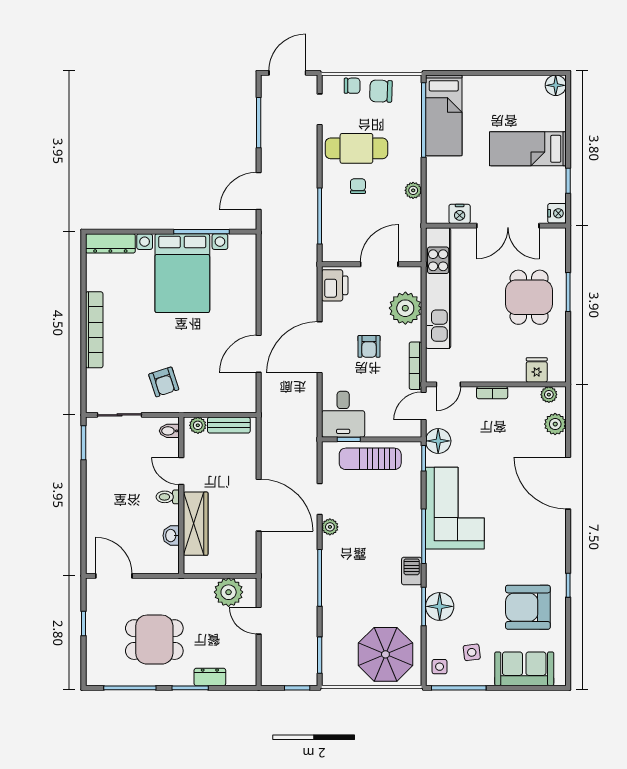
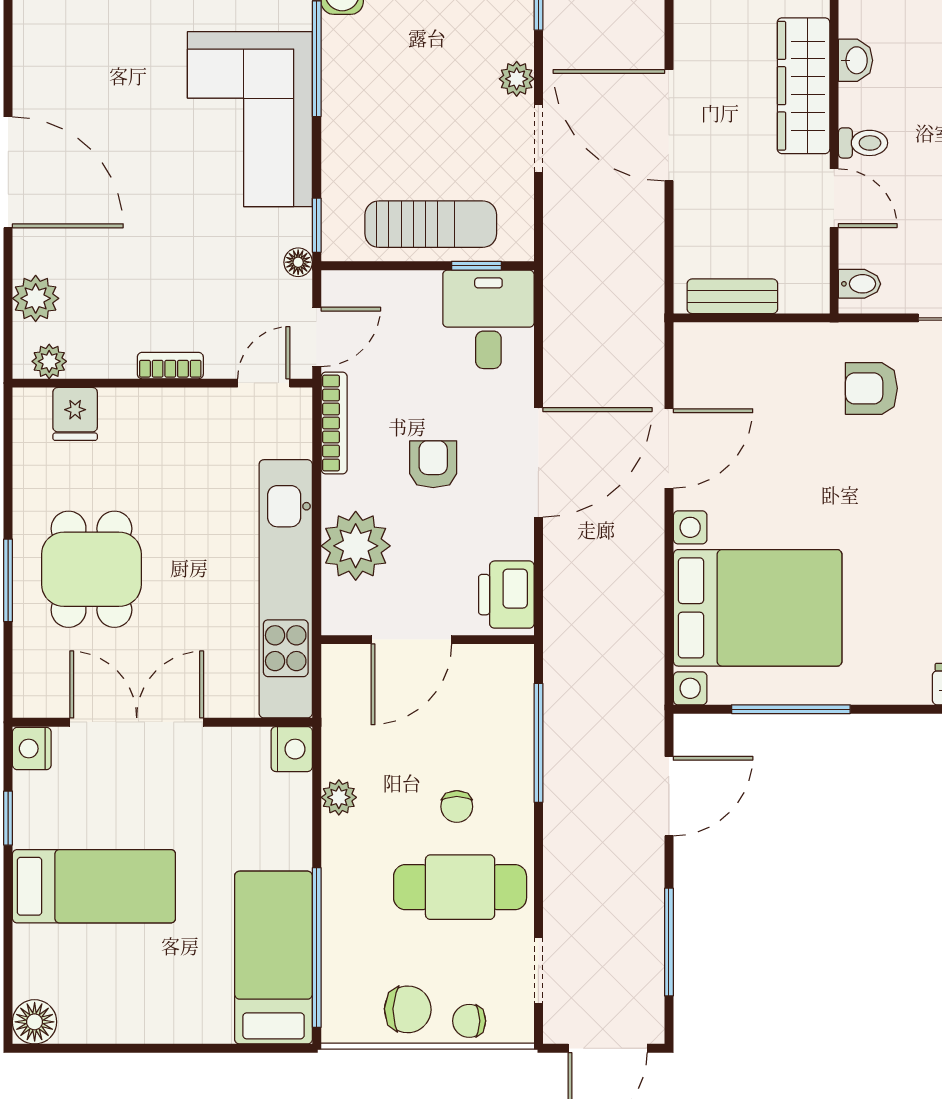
nightstand: (460, 214) -> (292, 749), moved, turned 90
bed with nightstands: (182, 273) -> (758, 608), moved, turned 90
armchair: (164, 382) -> (871, 388), turned -72
plant: (198, 425) -> (799, 296), removed
floor lamp: (438, 441) -> (298, 262), width x0.53, depth x0.53

